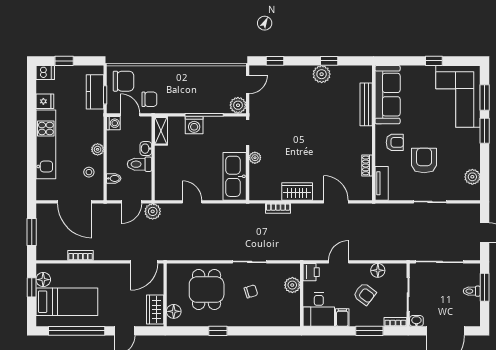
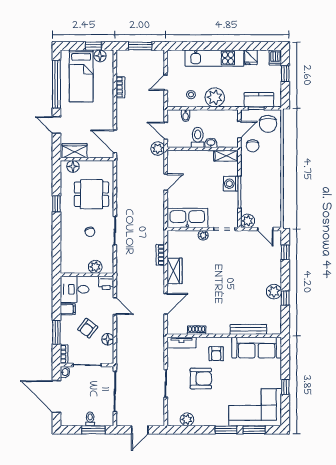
washing machine: (113, 123) -> (232, 115), removed
plant: (98, 149) -> (215, 97), width x1.87, depth x1.87
door: (75, 202) -> (166, 83), width x0.53

